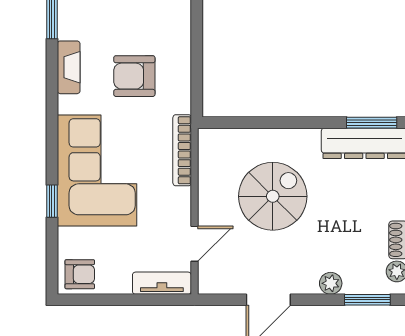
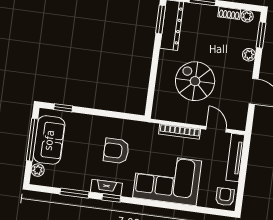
armchair: (134, 76) -> (116, 151), turned 90
bookcase: (182, 150) -> (180, 132), moved
window: (52, 201) -> (111, 198), moved
tv unit: (162, 283) -> (235, 158), width x1.41

